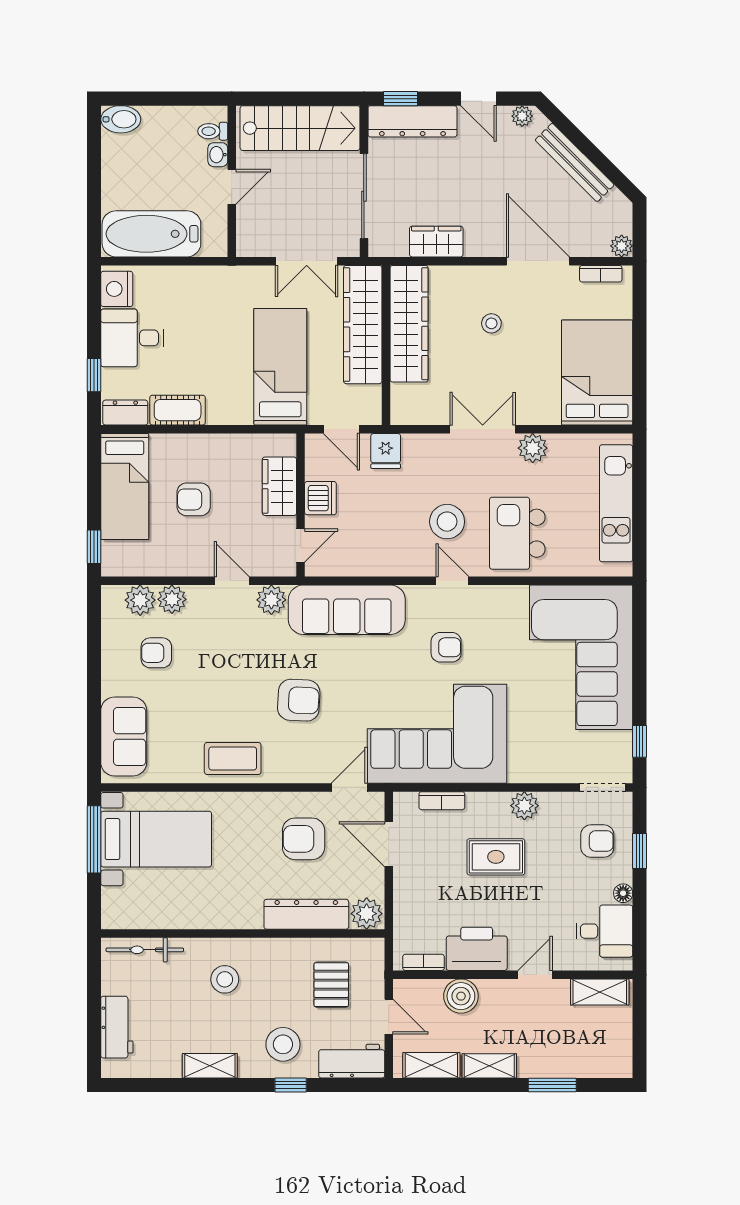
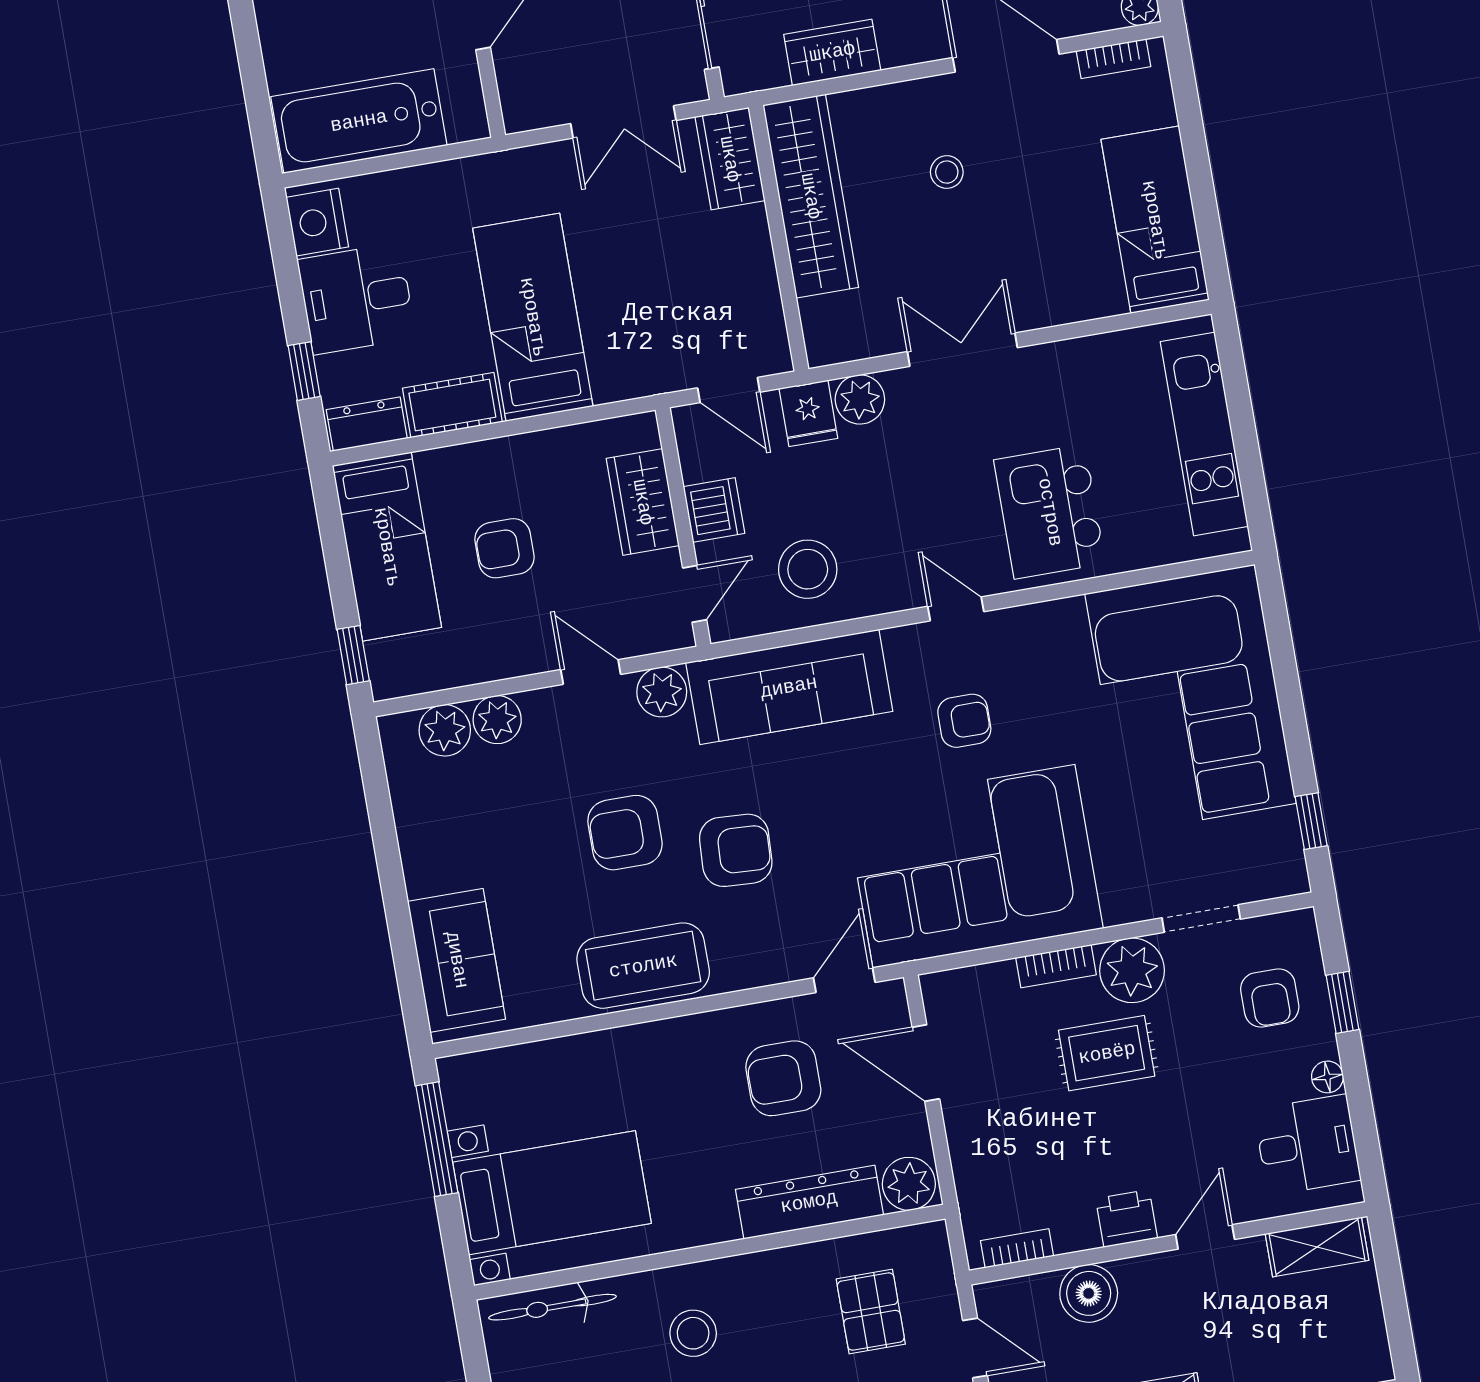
wardrobe: (363, 325) -> (730, 159), width x0.48, depth x0.85
bed: (280, 367) -> (533, 317), moved
bed: (597, 372) -> (1155, 220), width x0.67
plant: (533, 448) -> (860, 399), moved
stool: (447, 522) -> (808, 569), moved
armchair: (156, 653) -> (625, 833), moved, width x1.38, depth x1.38
coffee table: (233, 758) -> (643, 966), width x1.36, depth x1.32
doorway: (603, 787) -> (1201, 919), moved
bookcase: (442, 801) -> (1056, 966), moved
plant: (524, 806) -> (1132, 970), width x1.36, depth x1.36
bed with nightstands: (156, 839) -> (552, 1193), moved
armchair: (597, 841) -> (1270, 998), turned 90
printer: (477, 949) -> (1127, 1218), width x0.53, depth x0.68

